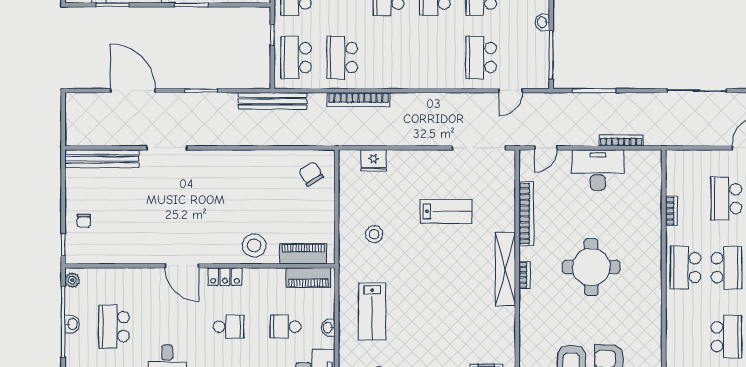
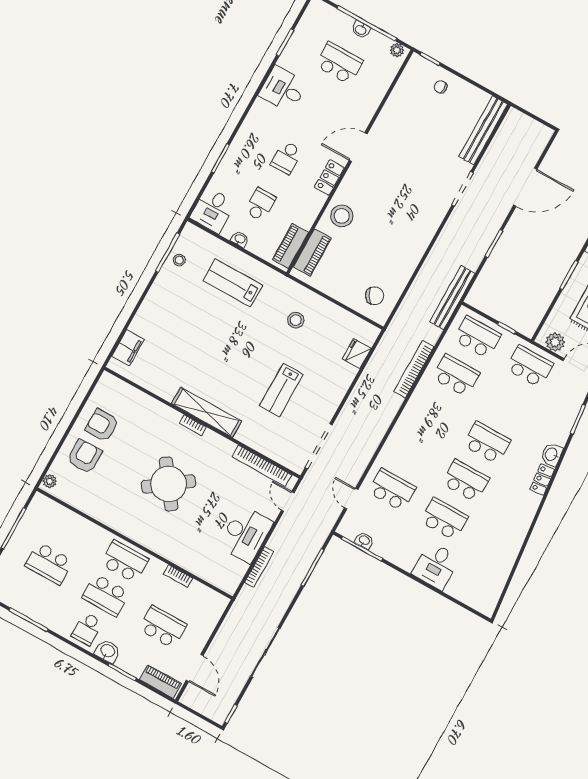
washbasin: (542, 22) -> (364, 541), moved
bookcase: (526, 214) -> (262, 466), moved
round table: (591, 267) -> (169, 484), turned -36

